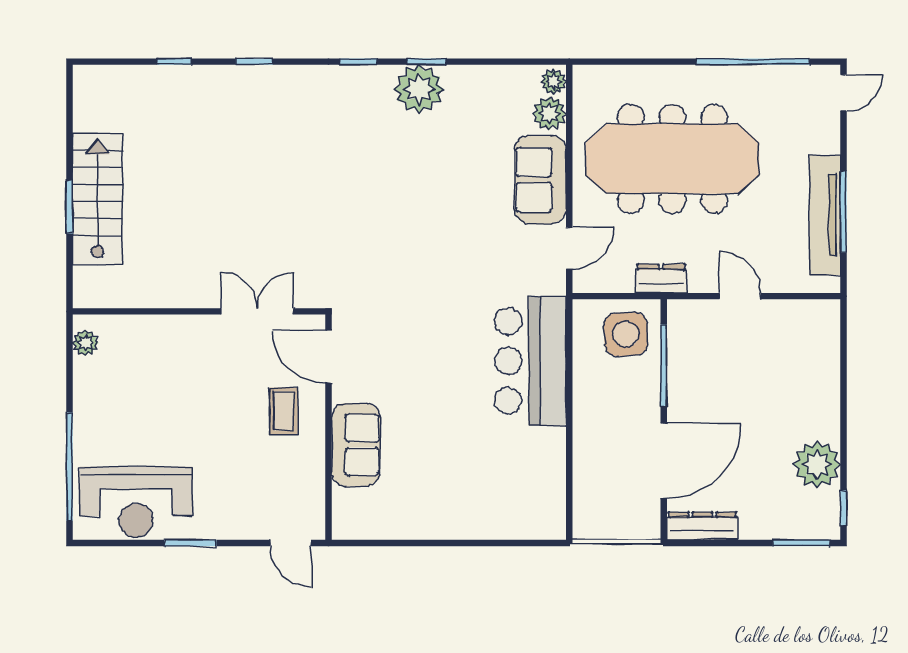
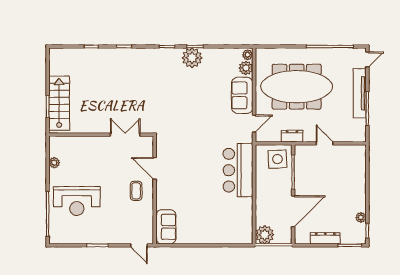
tv unit: (825, 215) -> (360, 93), moved
wall: (199, 311) -> (101, 135), moved
double door: (257, 311) -> (125, 135), moved
sofa: (356, 445) -> (166, 227), moved
plant: (817, 464) -> (361, 217), width x0.53, depth x0.53
reception desk: (136, 502) -> (77, 201), moved
plant: (595, 517) -> (265, 235), added
dresser: (702, 526) -> (325, 238), moved

